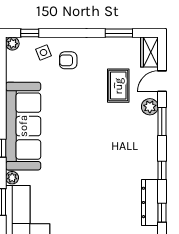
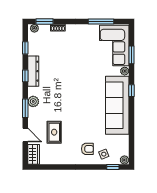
window: (119, 33) -> (54, 167), removed
door: (162, 81) -> (25, 135), hinge flipped
plant: (150, 107) -> (33, 101), moved
dresser: (150, 202) -> (33, 71), moved

